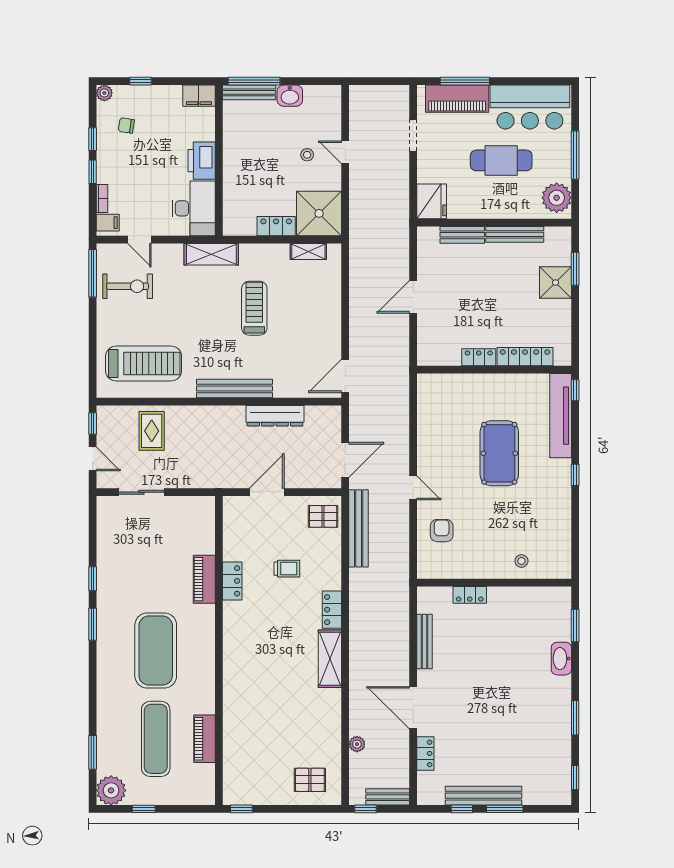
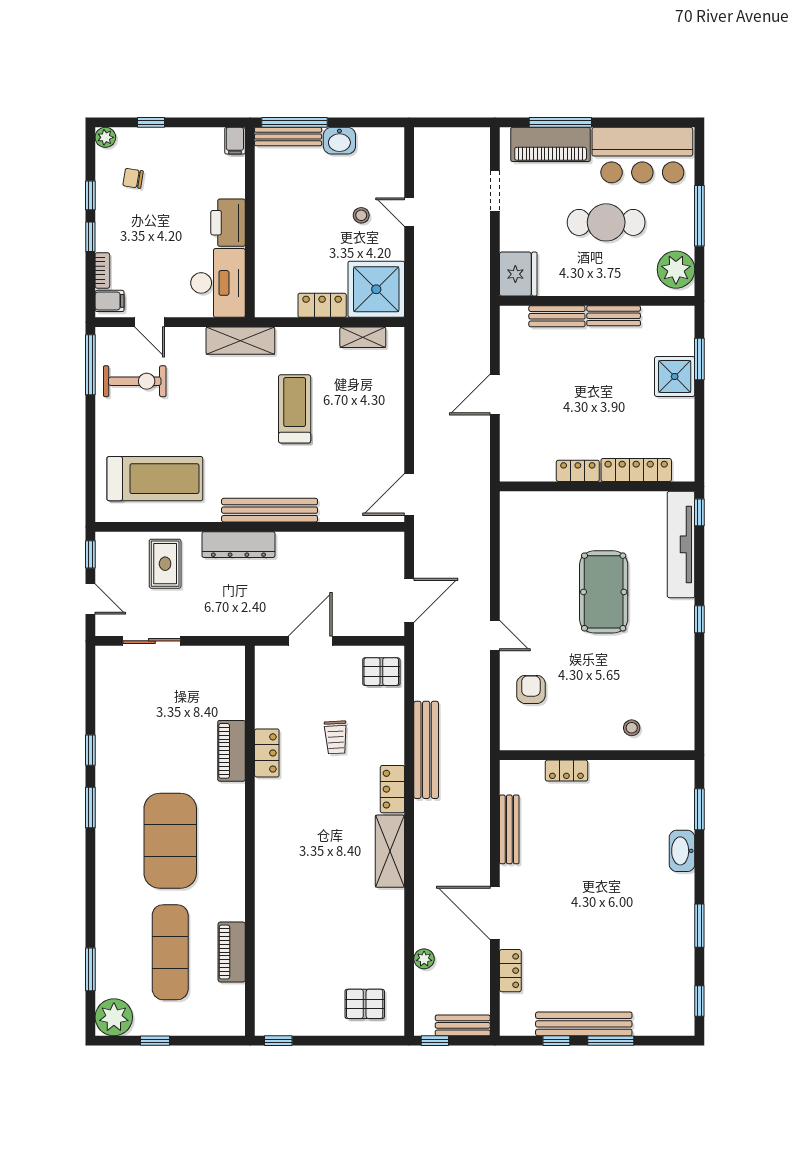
filing cabinet: (199, 96) -> (235, 141), width x0.50
bench: (515, 234) -> (614, 316), width x0.73
dresser: (275, 416) -> (238, 545), moved
bench: (359, 528) -> (426, 750), moved
trolley: (287, 569) -> (336, 737), turned 87

